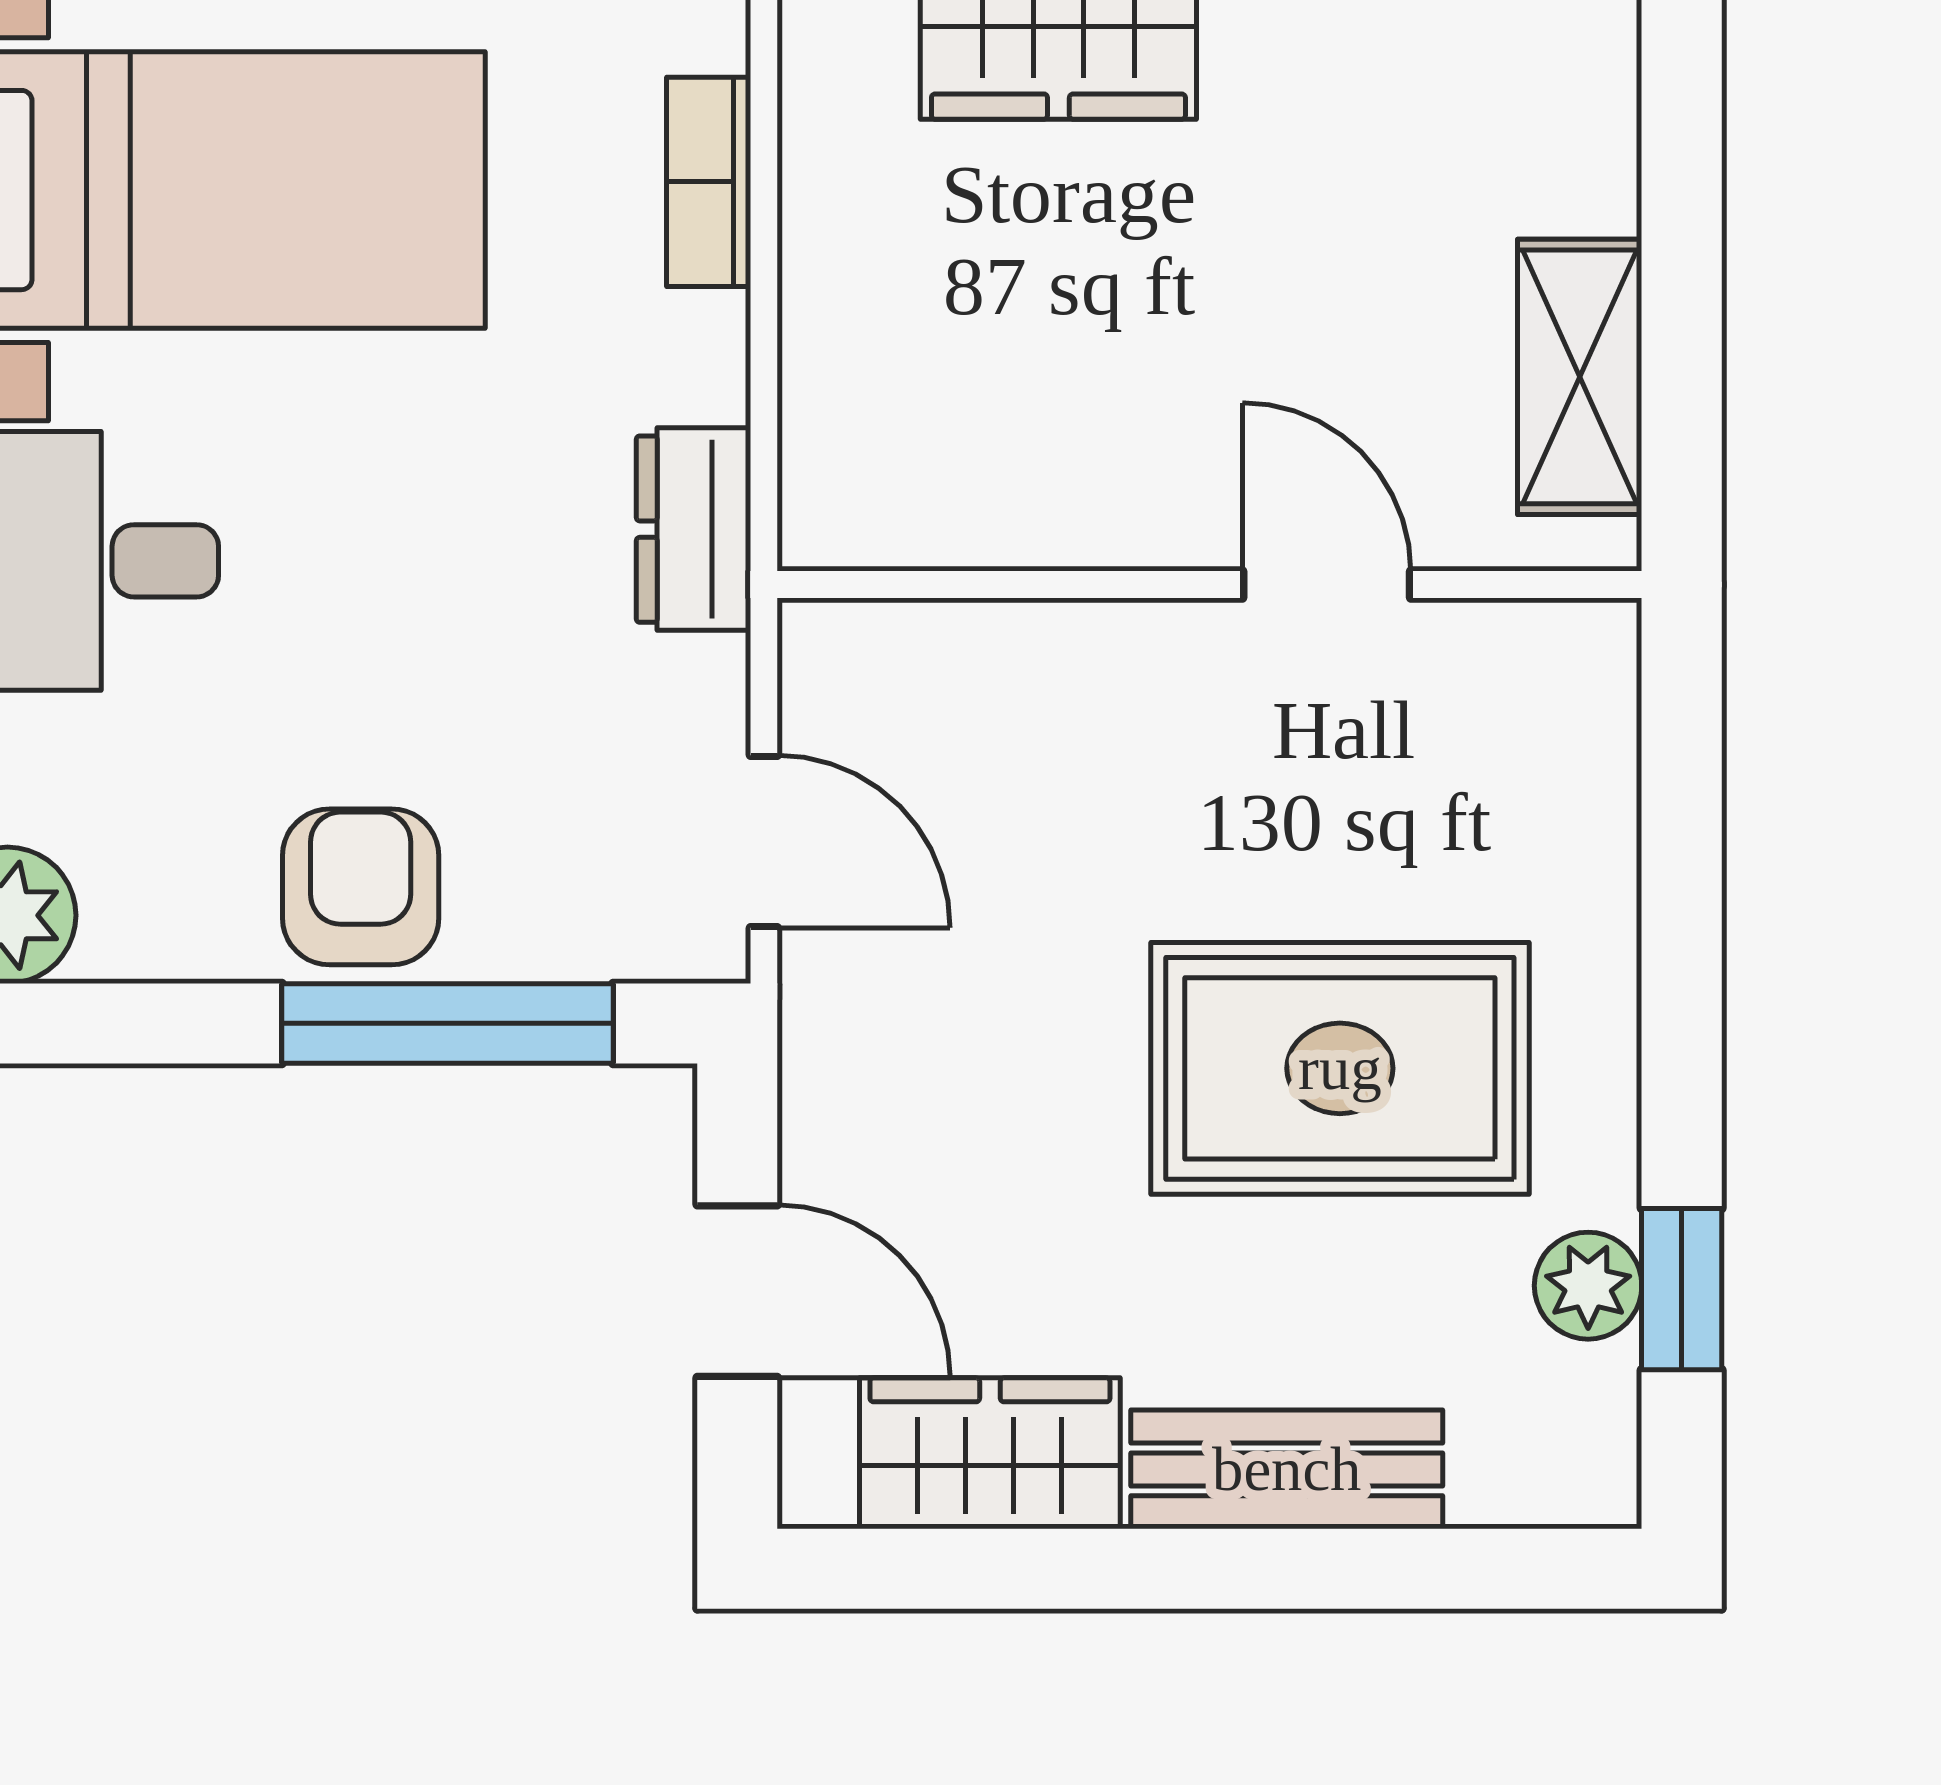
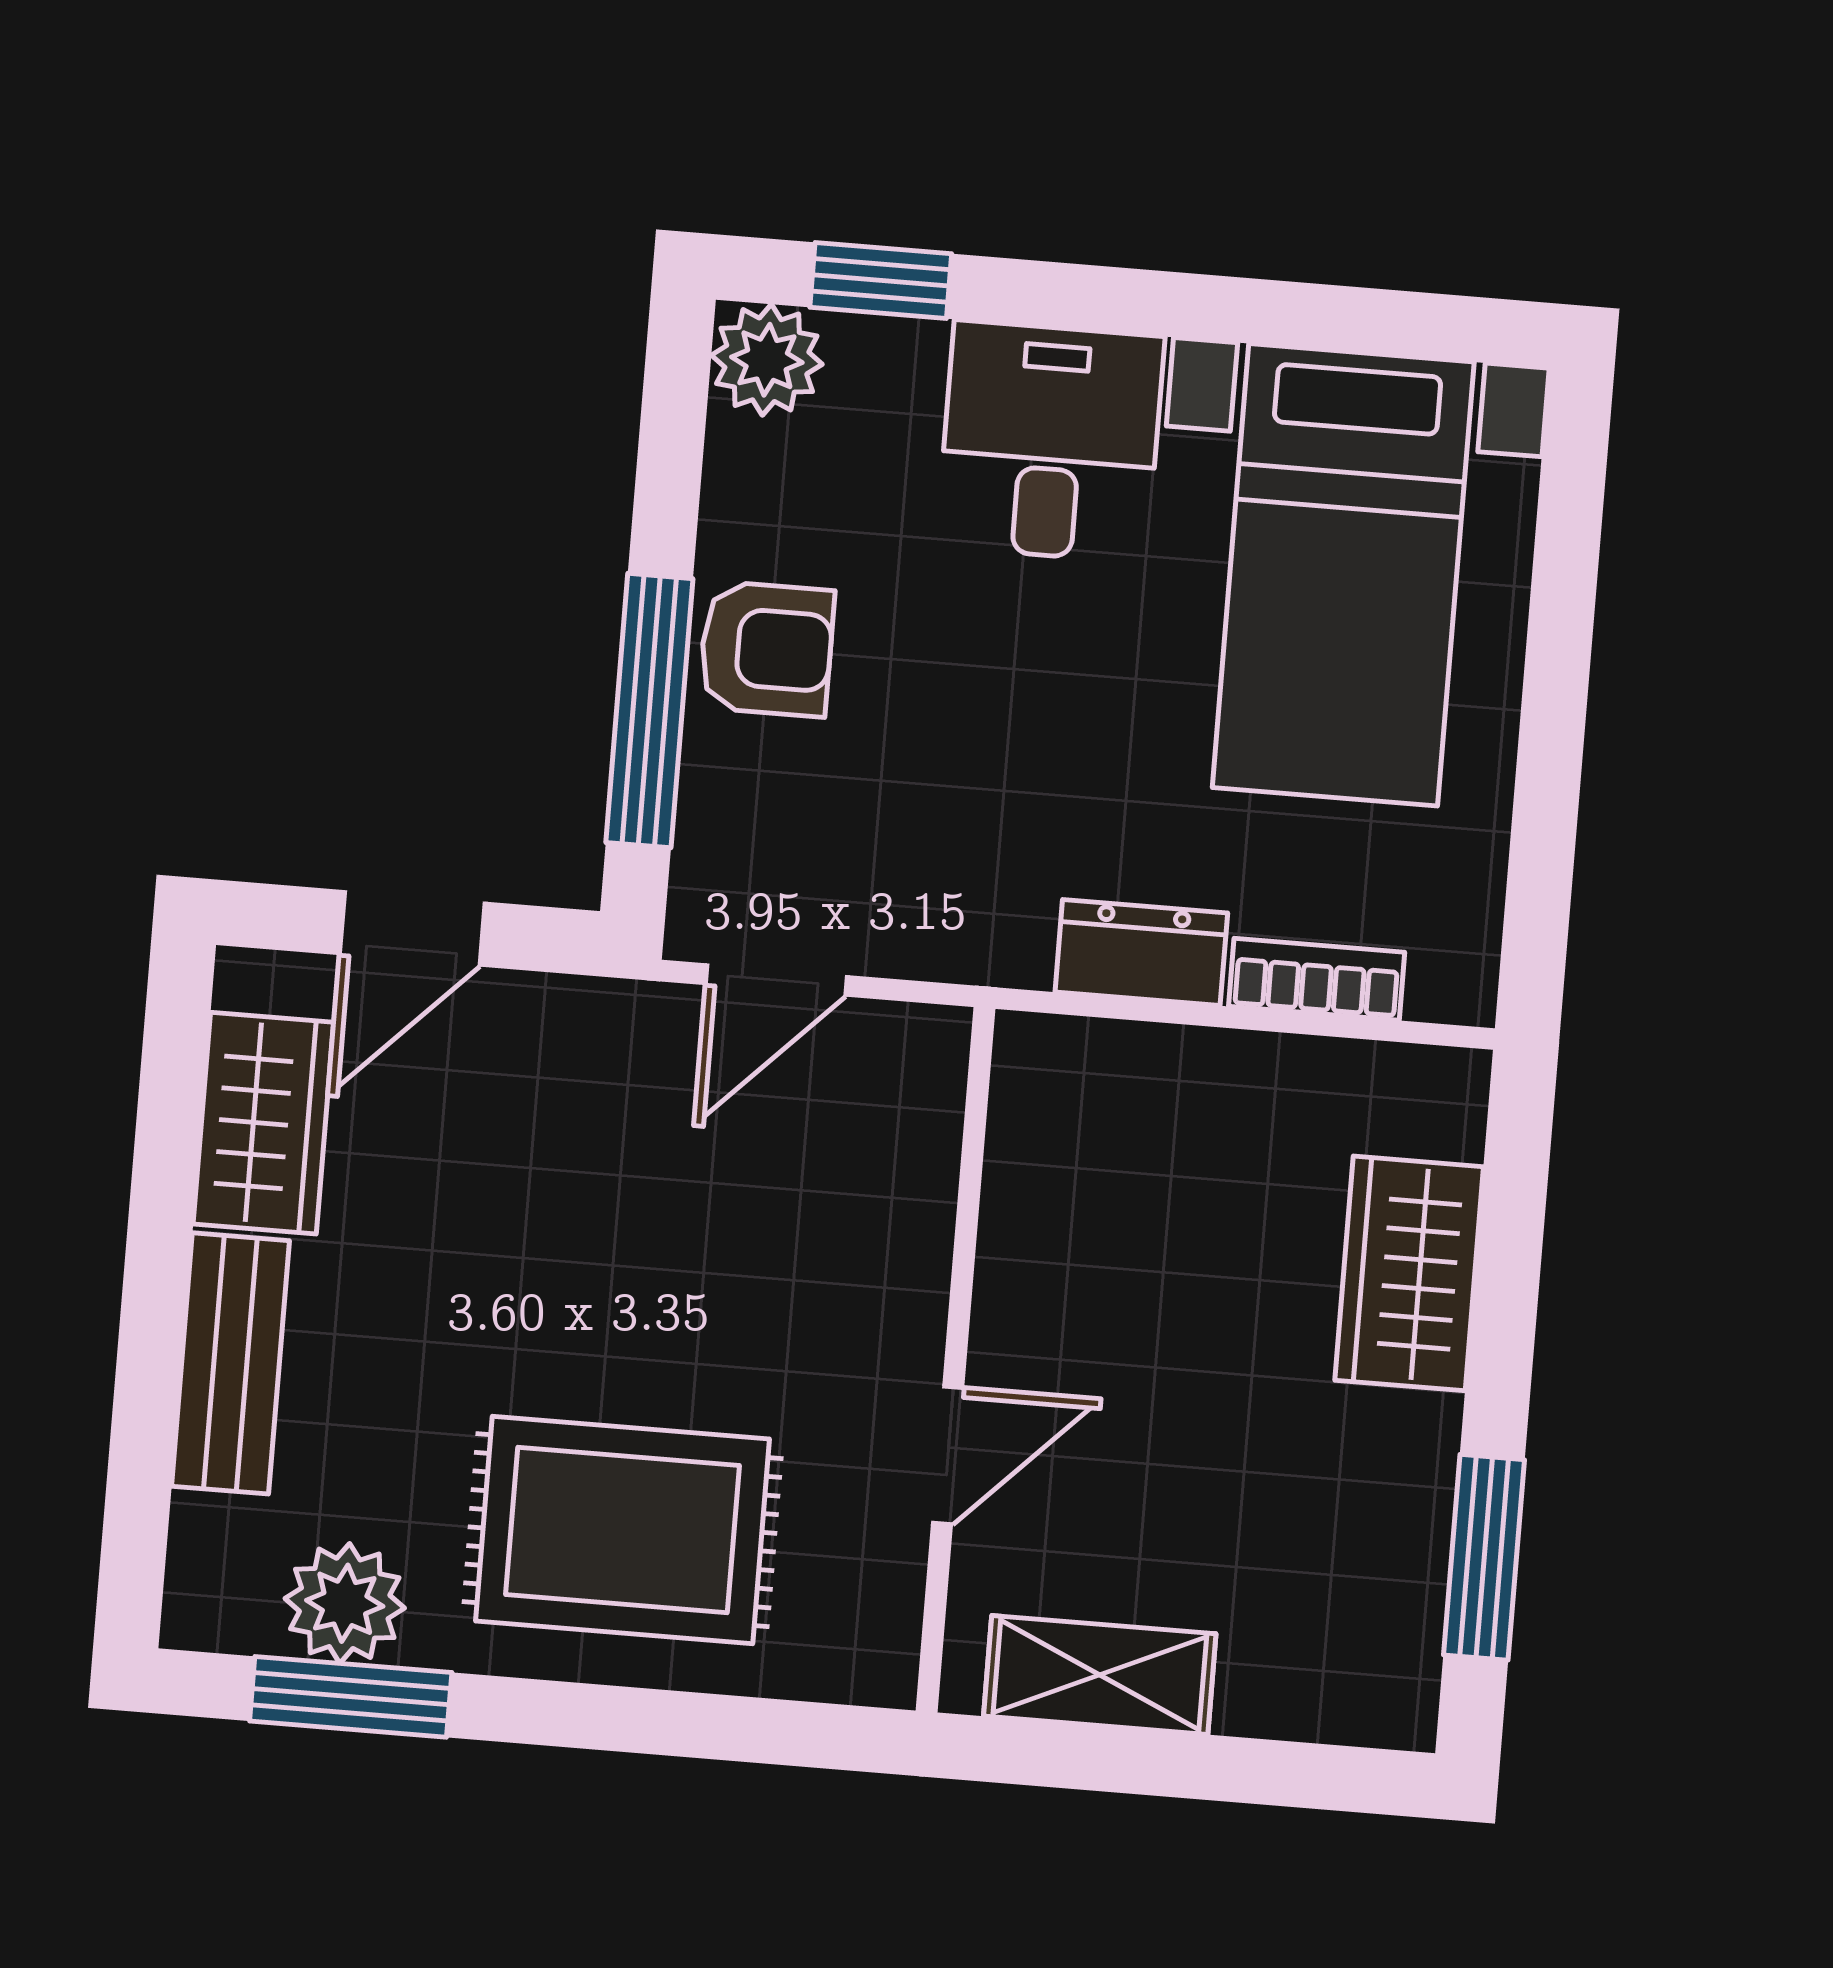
dresser: (694, 529) -> (1141, 952), moved
rug: (1340, 1068) -> (623, 1530), moved, turned 90
plant: (1588, 1286) -> (345, 1603), width x1.38, depth x1.38
window: (1682, 1289) -> (351, 1697), width x1.50

